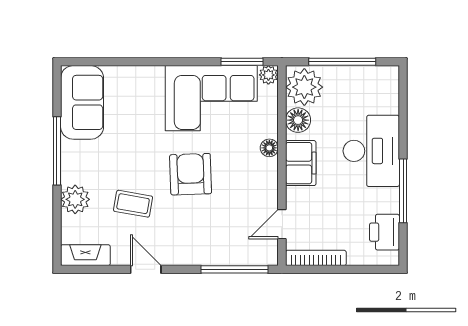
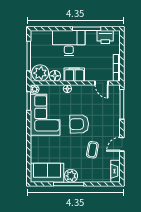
plant: (75, 199) -> (71, 176), moved

